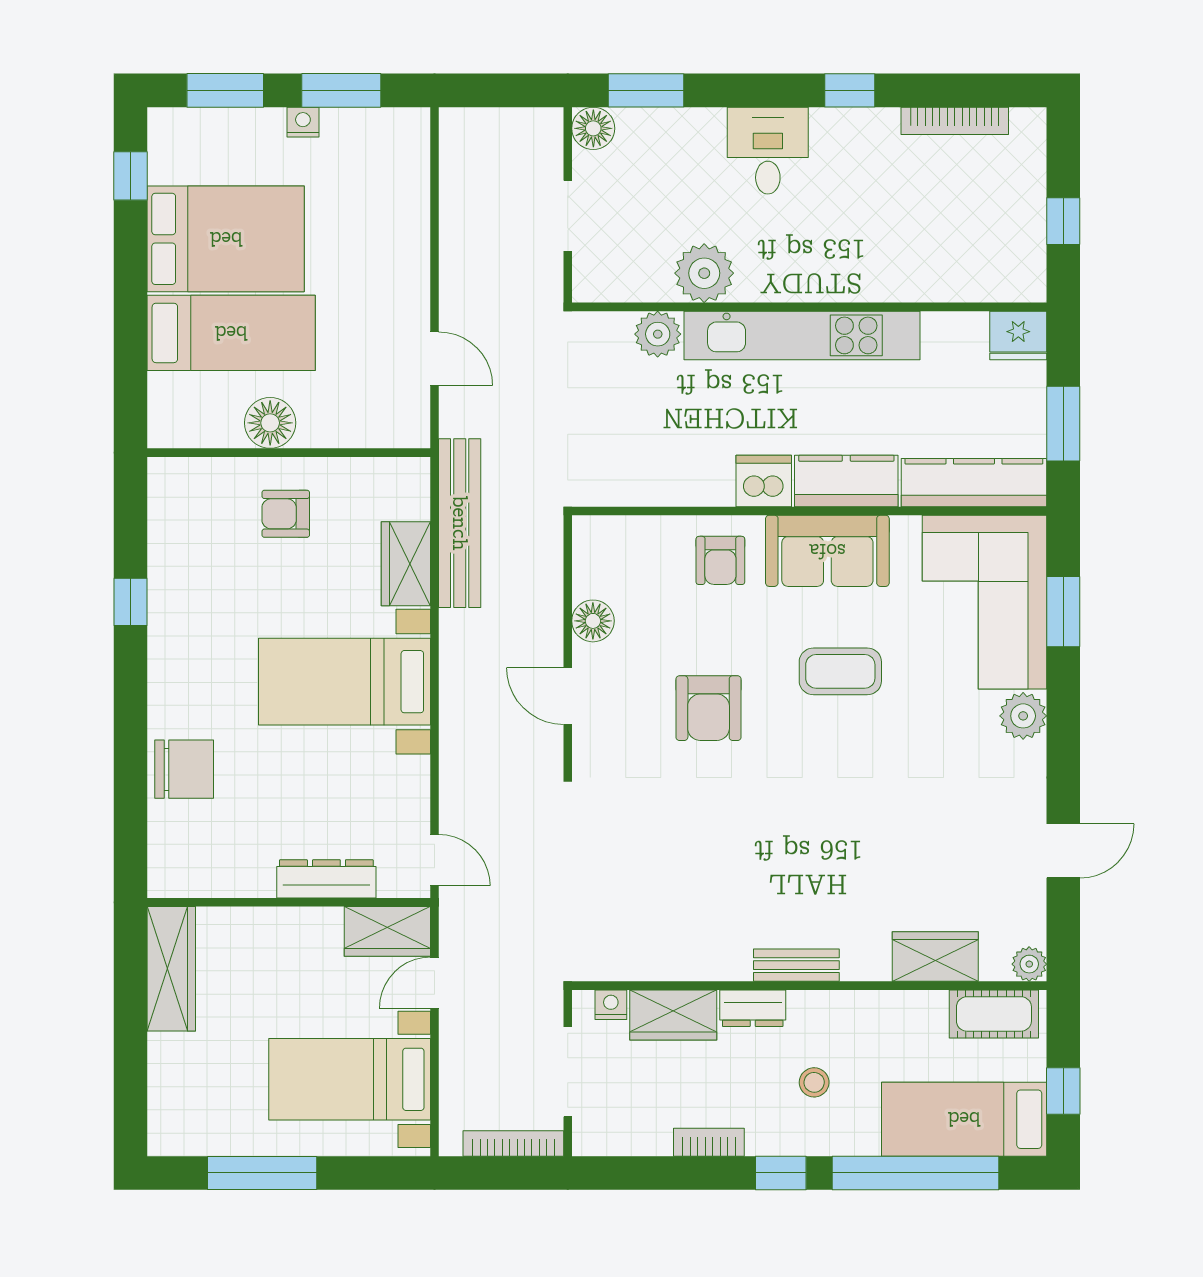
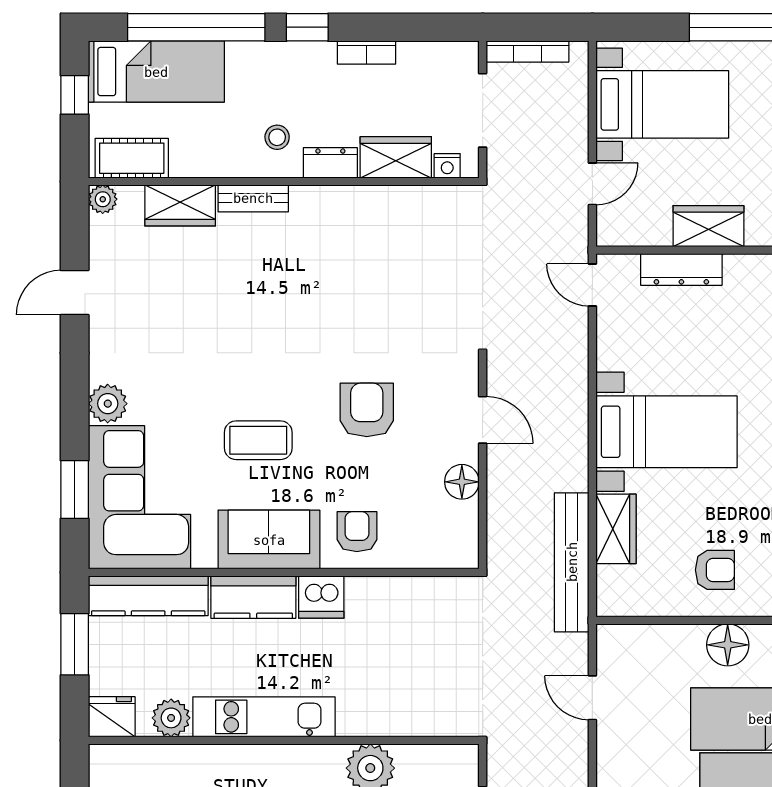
plant: (658, 334) -> (171, 718), moved
kitchen unit: (802, 335) -> (264, 717), width x0.73
wardrobe: (387, 931) -> (708, 226), moved
bench: (796, 965) -> (253, 198), moved
stool: (814, 1082) -> (277, 137), moved

